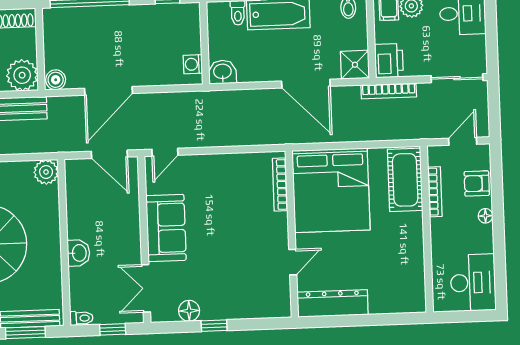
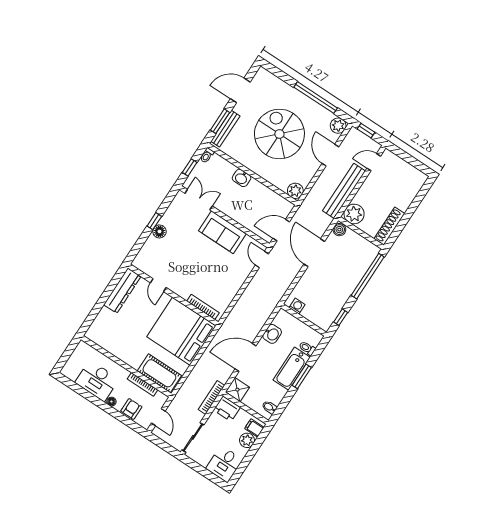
washbasin: (222, 72) -> (272, 334), moved
desk: (473, 283) -> (97, 381), moved
floor lamp: (189, 311) -> (159, 231), moved

